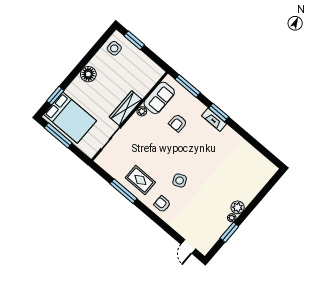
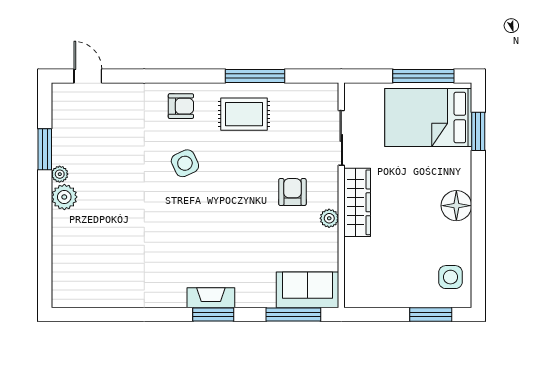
sofa: (159, 98) -> (307, 290), moved, turned 90
armchair: (178, 123) -> (292, 192), moved

